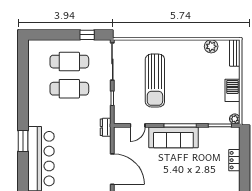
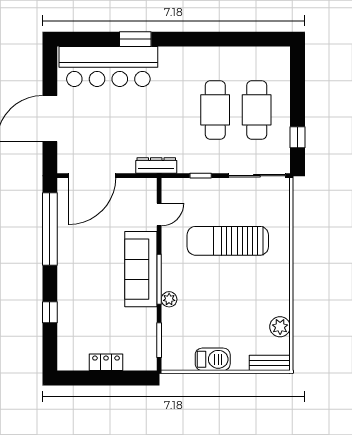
plant: (235, 119) -> (169, 299), moved
door: (138, 125) -> (159, 214), swing flipped
dresser: (106, 127) -> (156, 166), width x1.44

